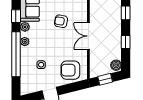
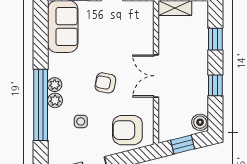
window: (16, 16) -> (41, 44), removed
armchair: (61, 21) -> (105, 83), moved
plant: (25, 27) -> (55, 100), moved

